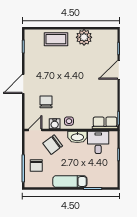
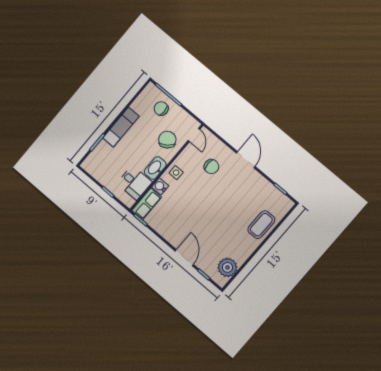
plant: (84, 37) -> (227, 267), moved
water cooler: (55, 124) -> (160, 186), moved

